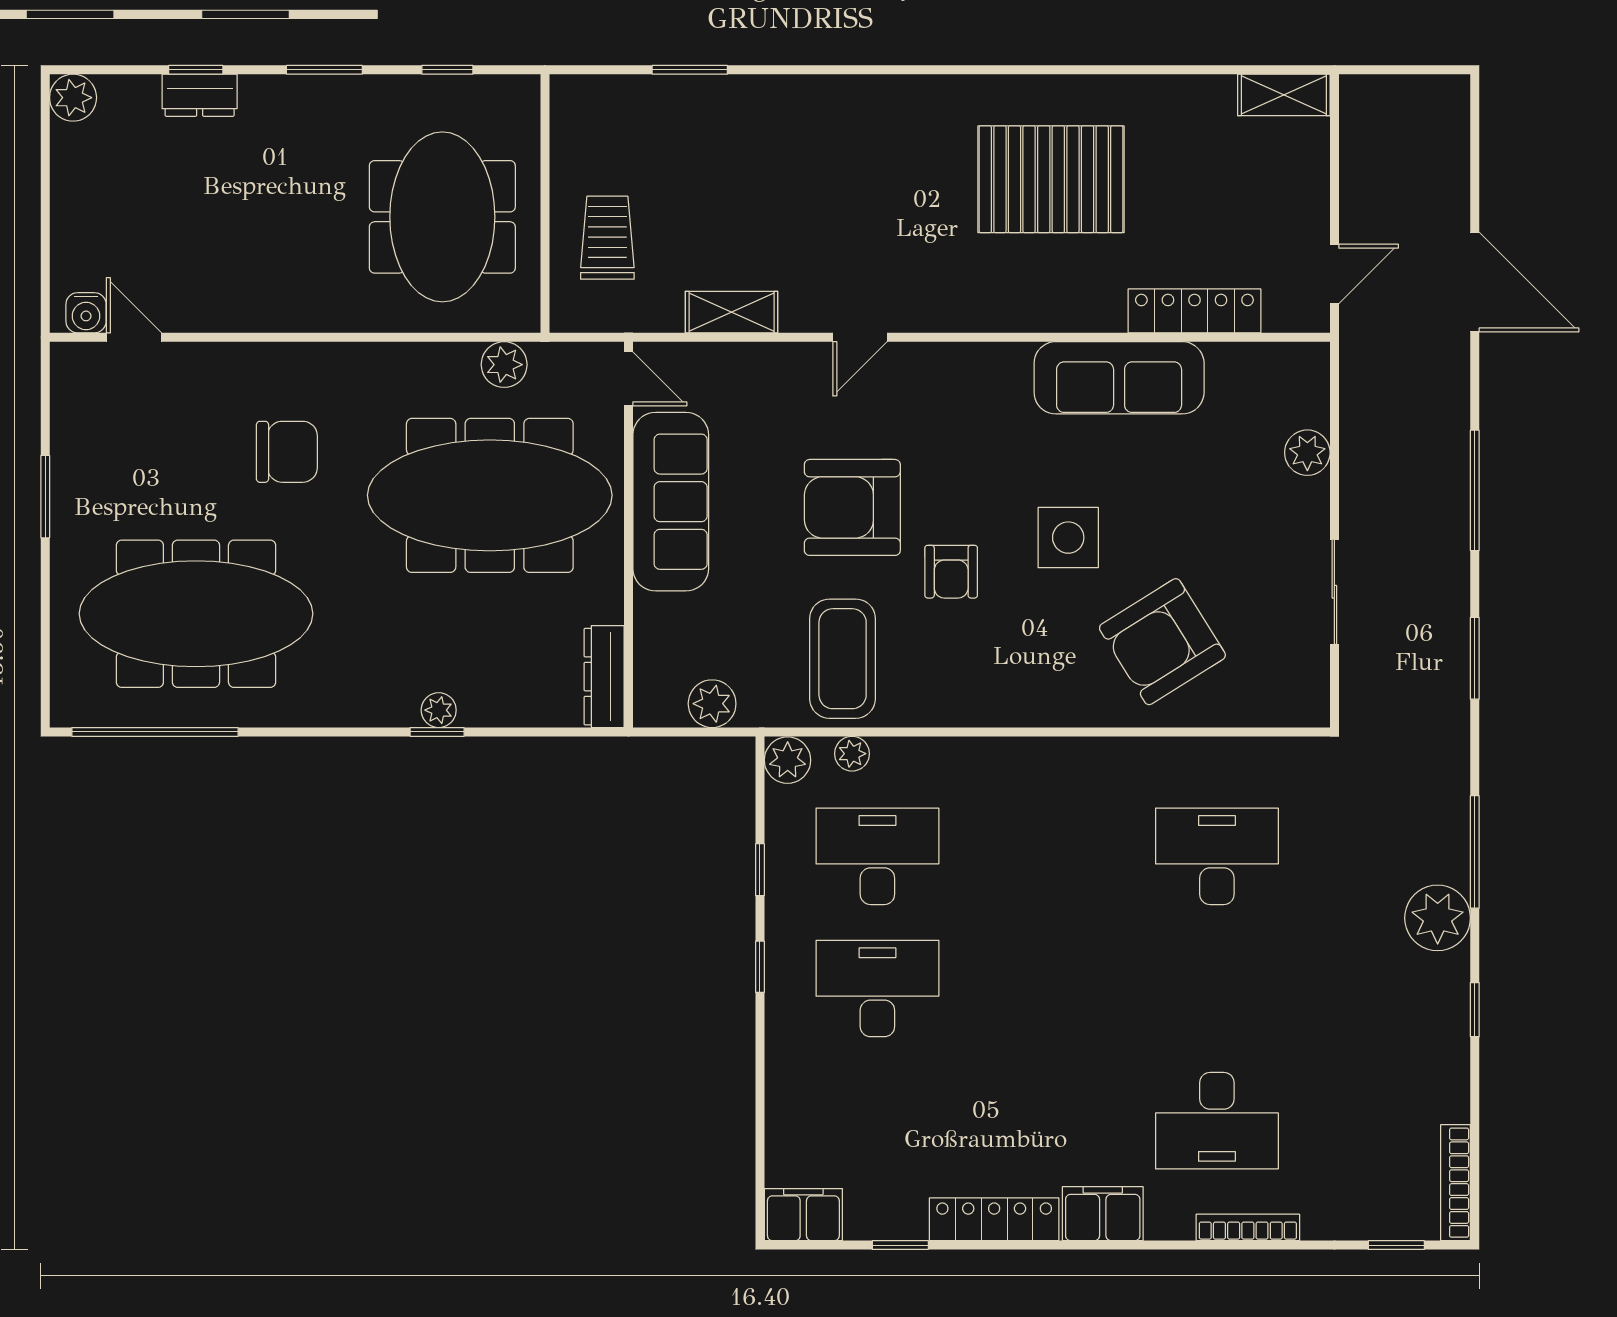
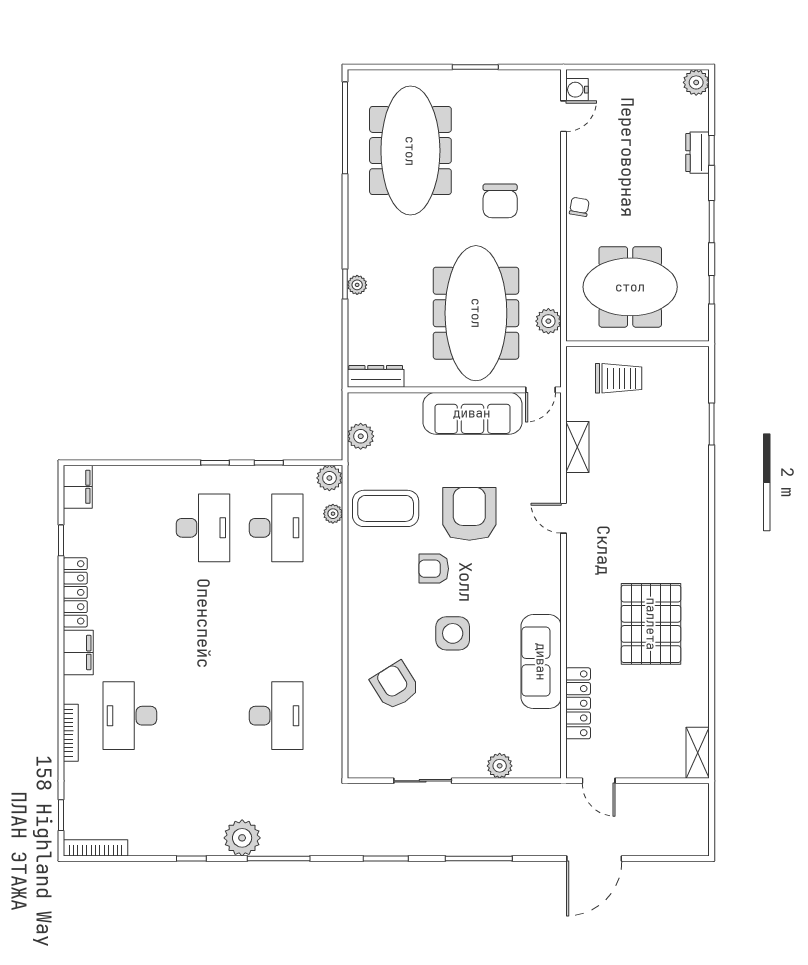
chair: (298, 309) -> (579, 207), added
armchair: (1162, 642) -> (395, 686), width x0.73, depth x0.73

